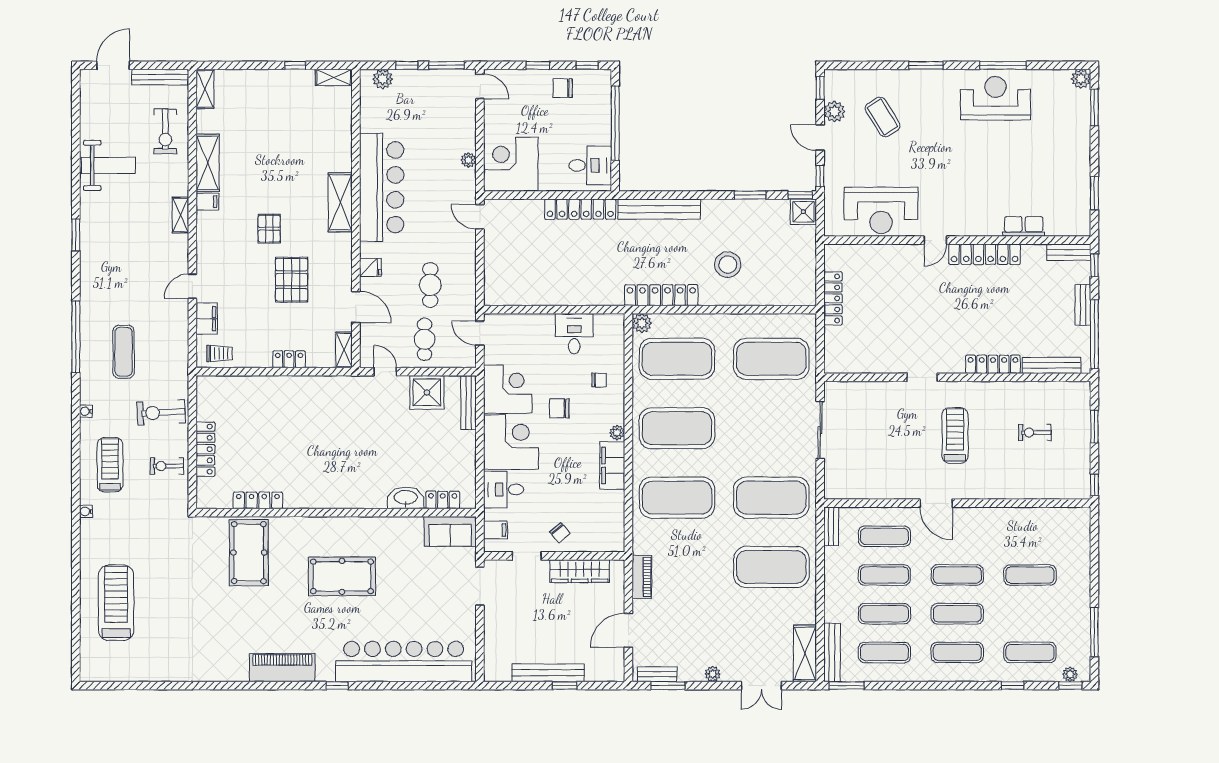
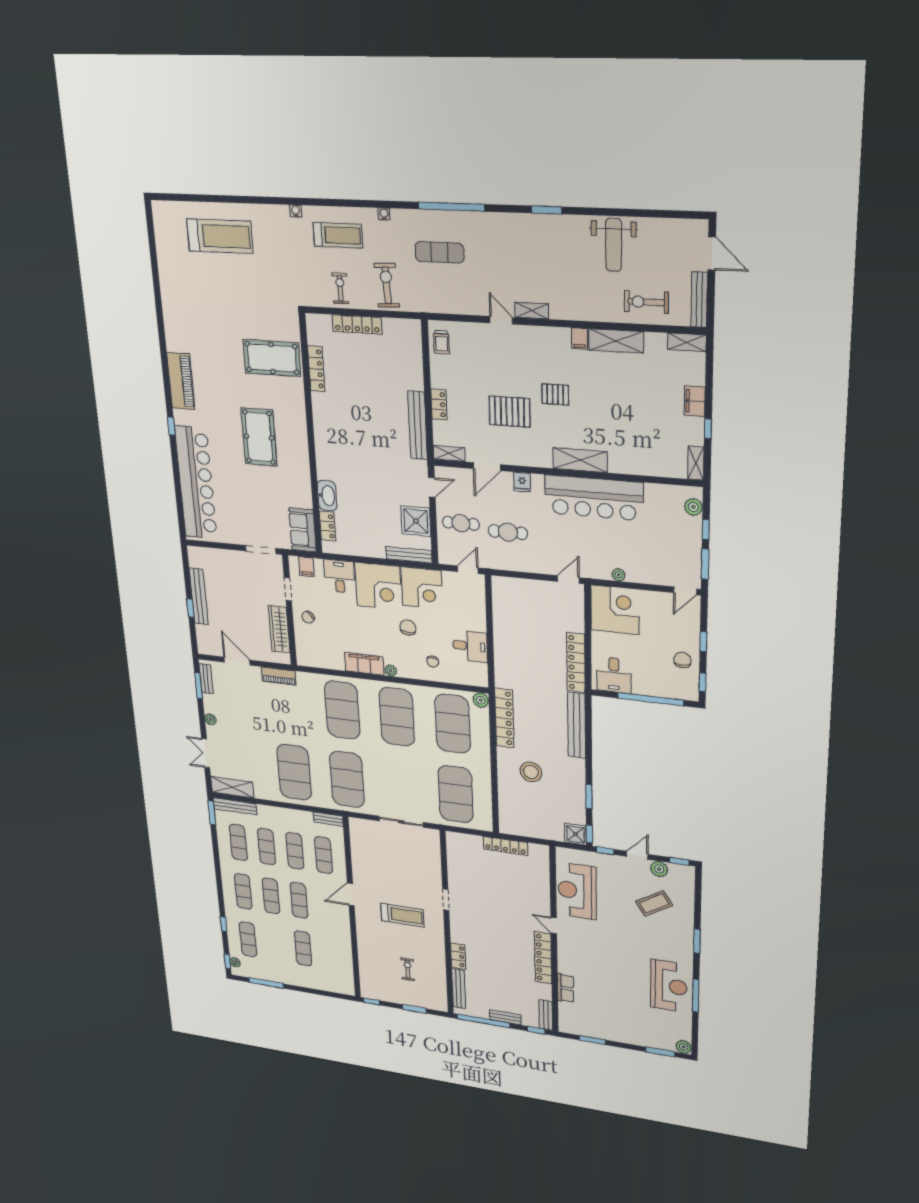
shelving: (180, 215) -> (532, 311), moved
filing cabinet: (207, 319) -> (695, 401), moved, turned 90
locker: (993, 364) -> (458, 956), width x0.66
bench: (314, 385) -> (418, 425), added

